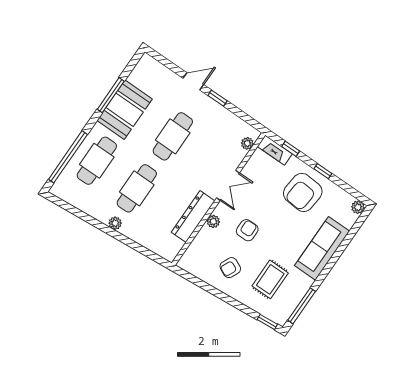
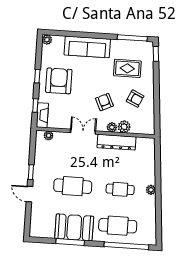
cafe table: (137, 188) -> (120, 189), width x0.73, depth x0.74
armchair: (303, 192) -> (59, 81), turned -95
armchair: (247, 230) -> (104, 102), turned 65
plant: (206, 236) -> (124, 127), added

